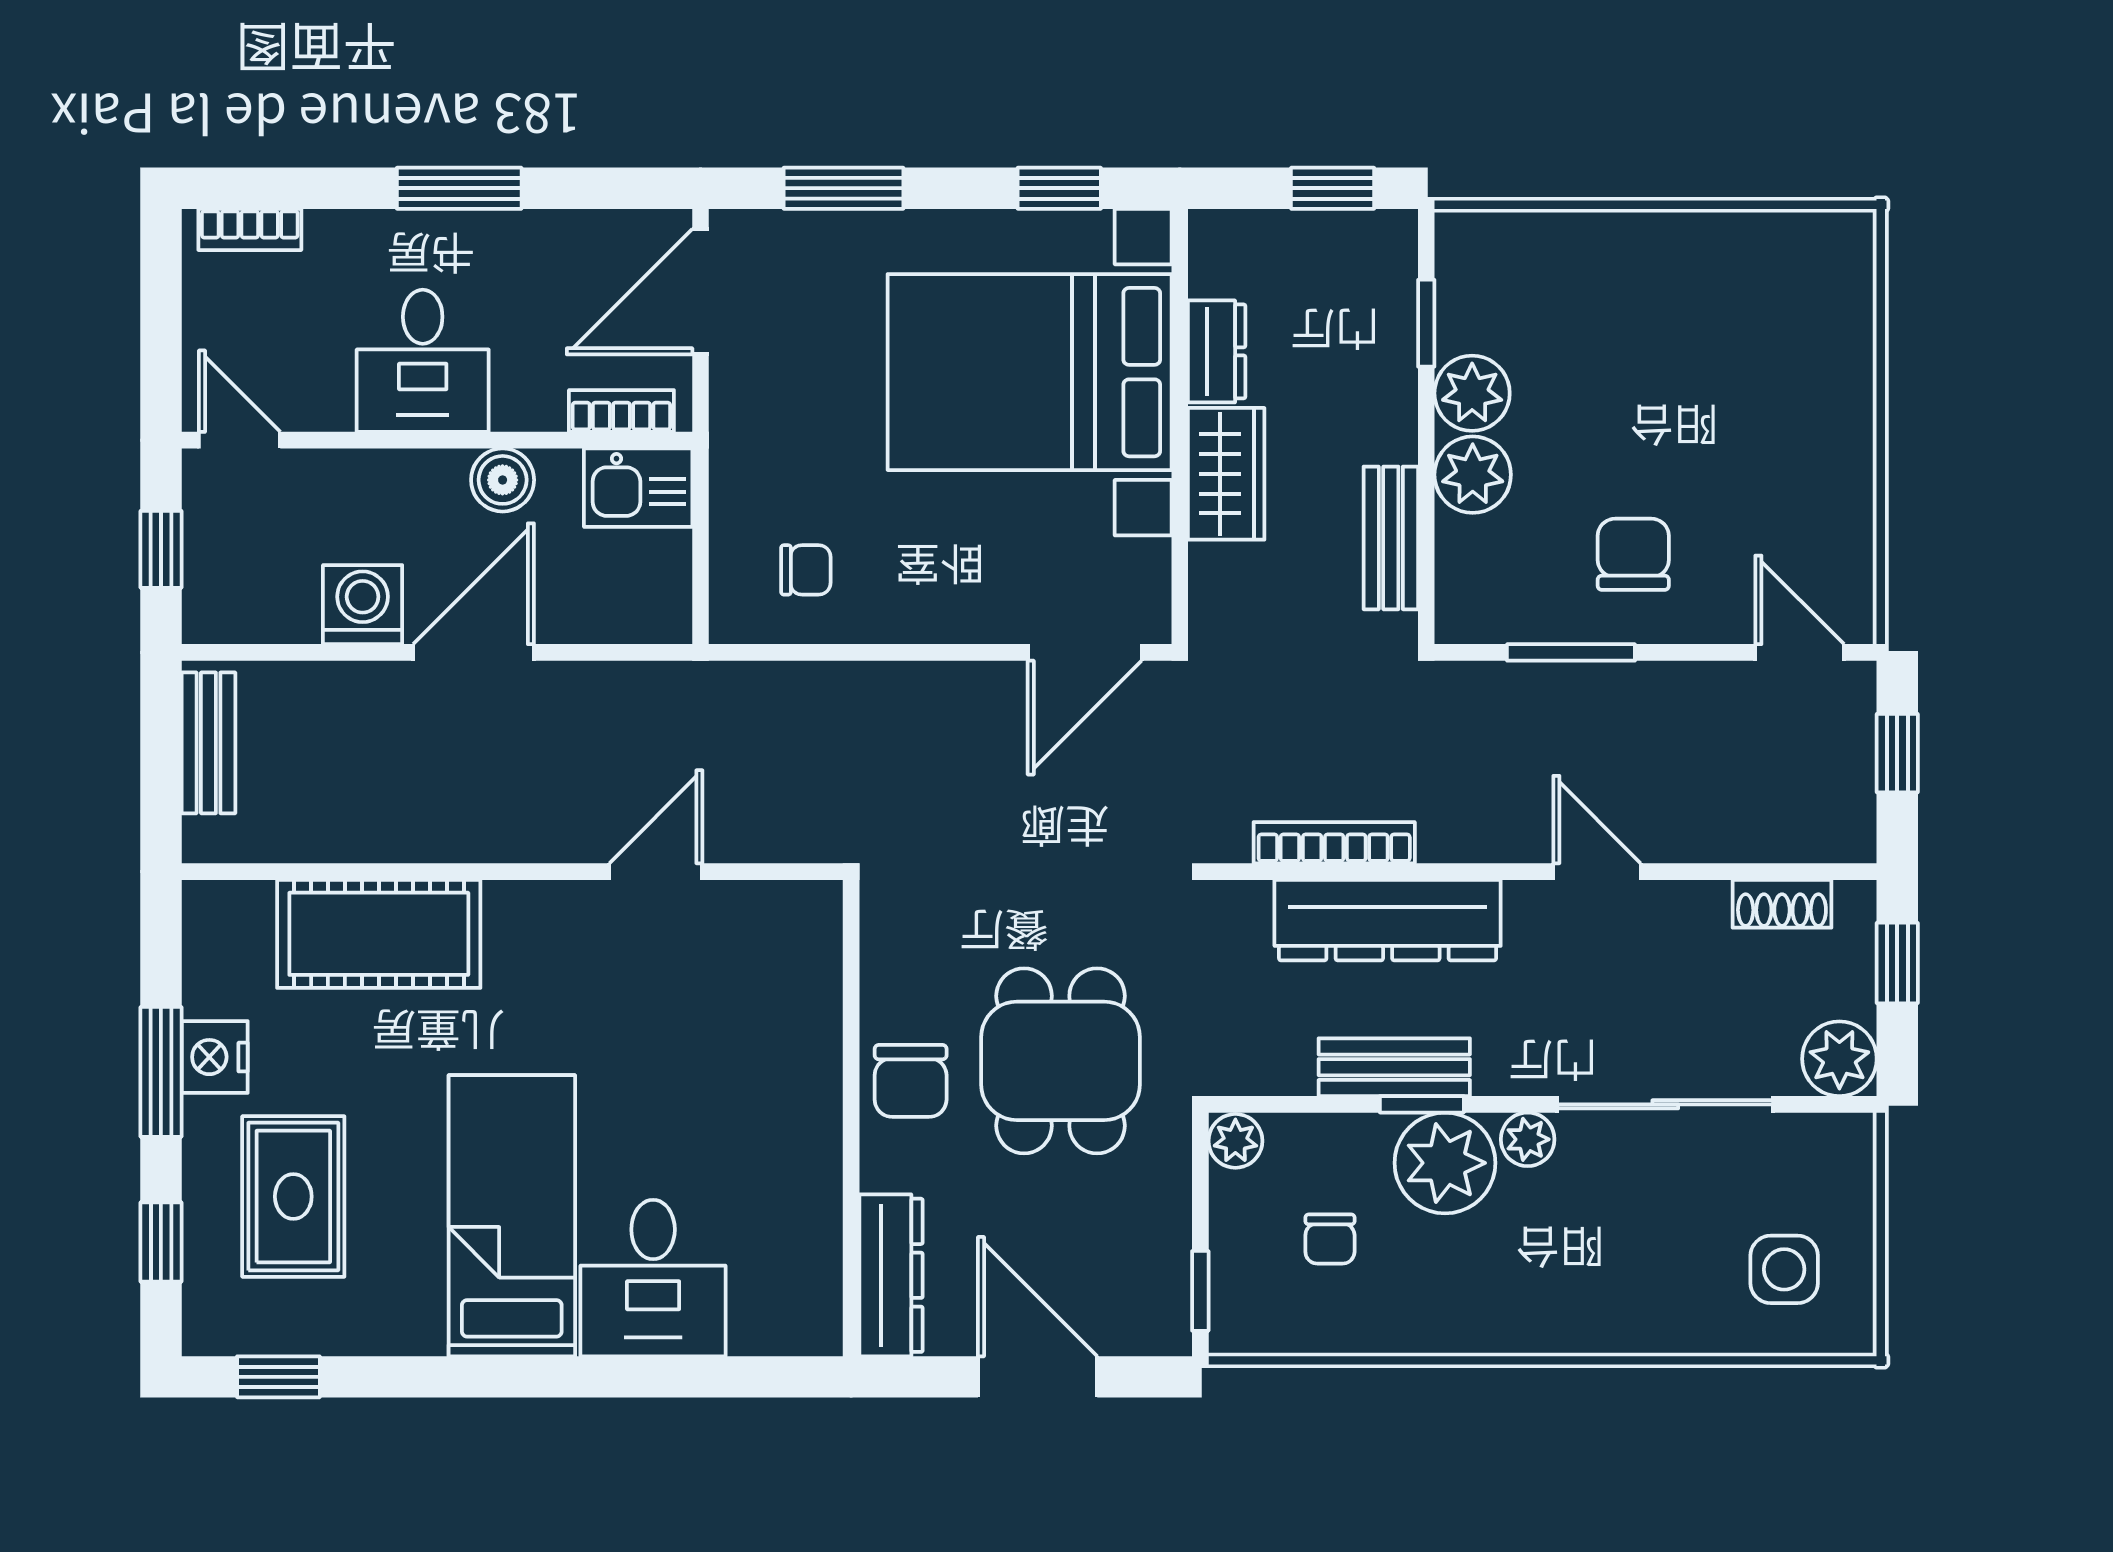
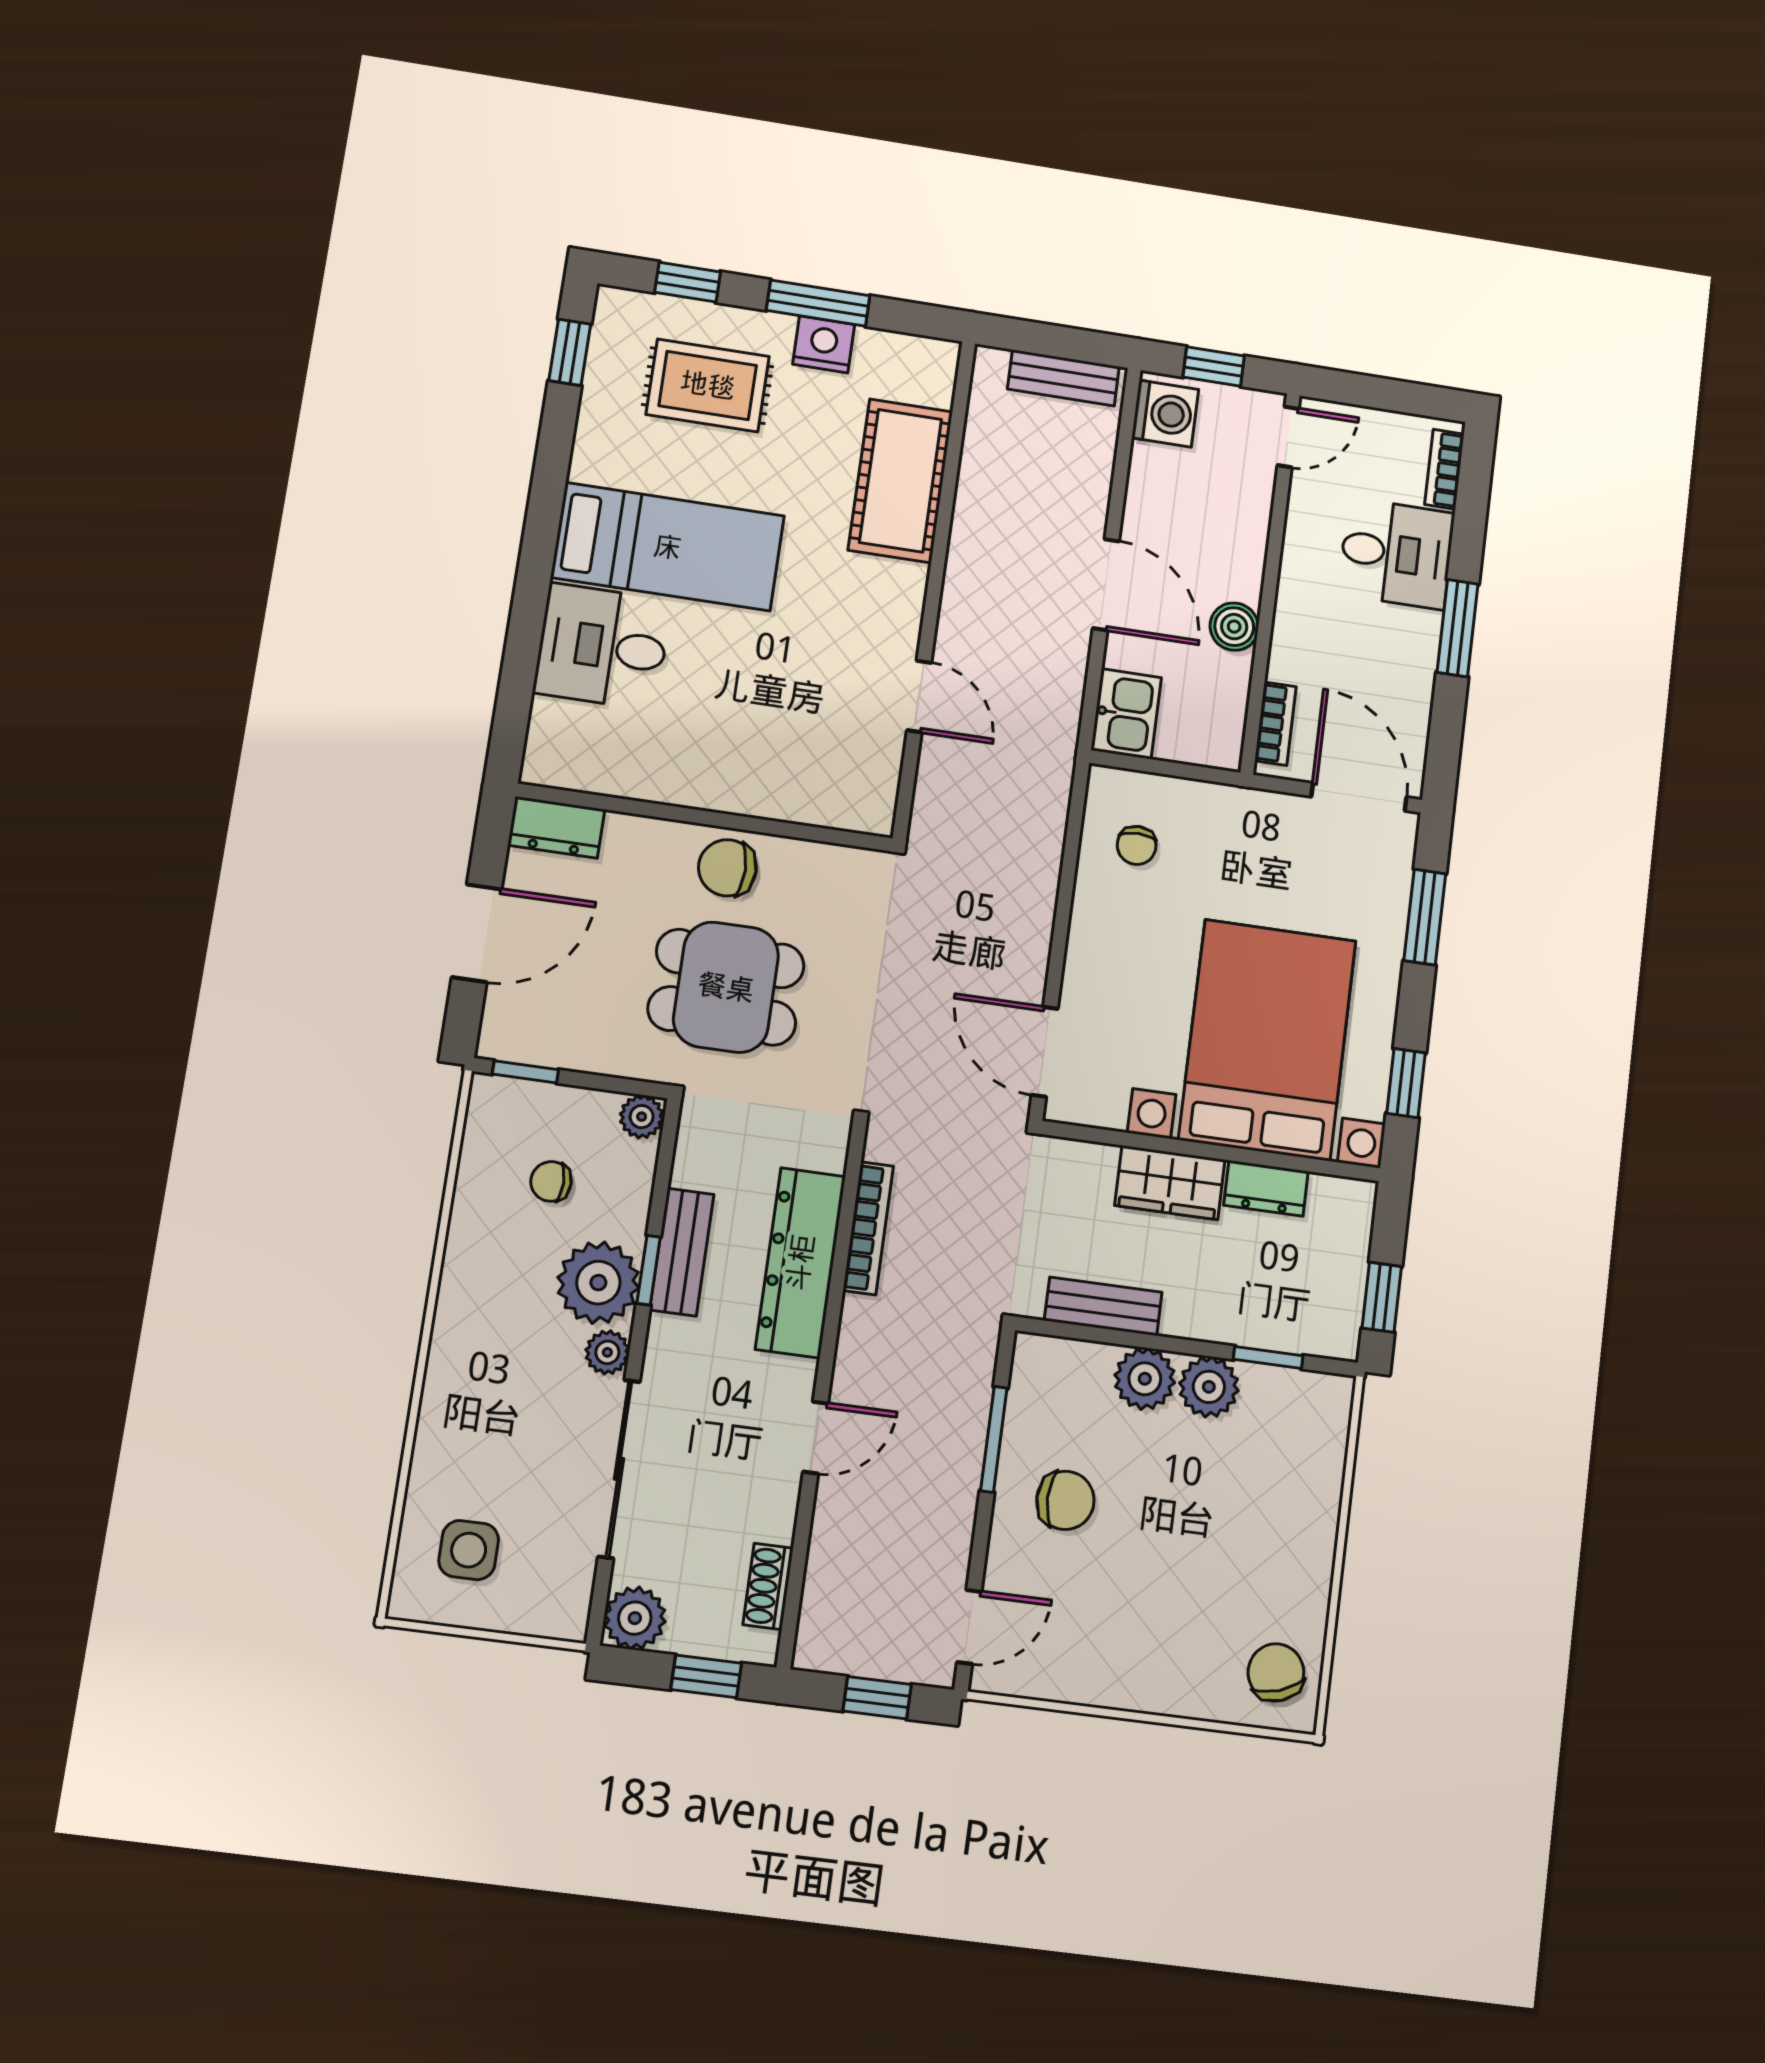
chair: (1808, 267) -> (1276, 1672), added
desk: (423, 361) -> (1396, 554), moved, turned 180
kitchen sink: (638, 488) -> (1126, 714), moved, turned 180
washing machine: (363, 605) -> (1165, 414), moved
dresser: (891, 1275) -> (556, 827), width x0.70

